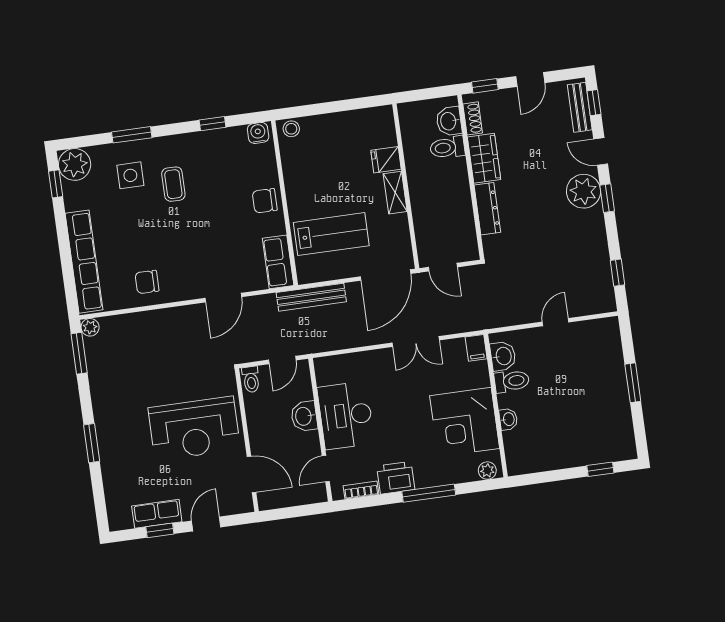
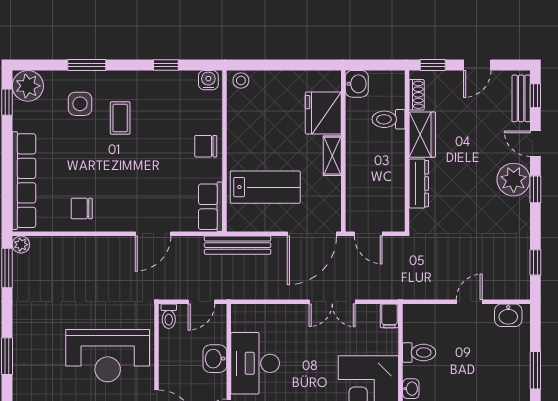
washbasin: (449, 121) -> (357, 84), moved, turned 180
fridge: (386, 160) -> (323, 113), width x1.88, depth x1.34
washbasin: (503, 356) -> (508, 315), moved, turned 90

